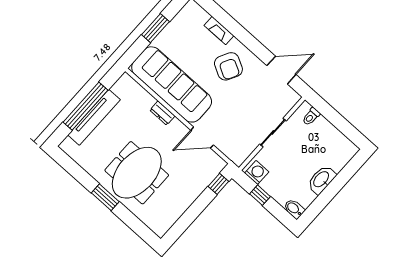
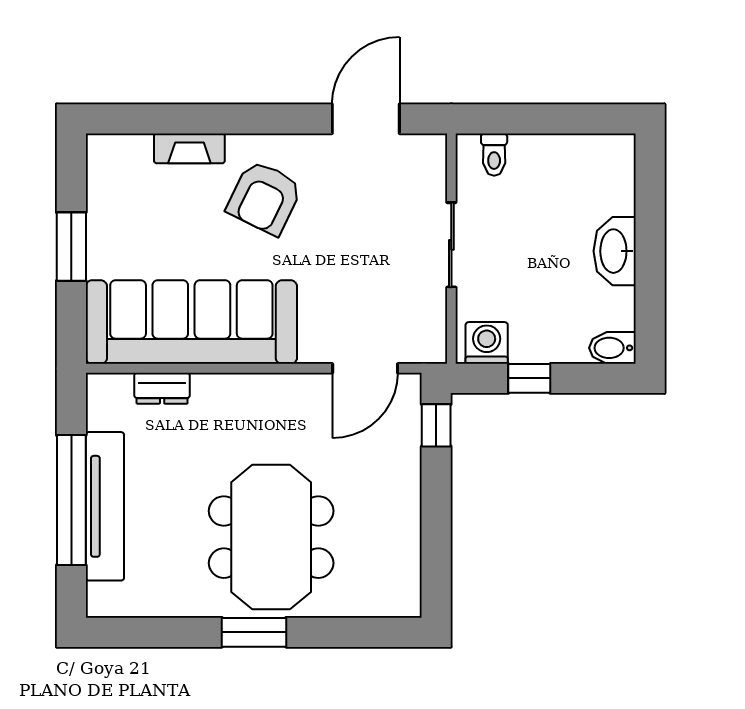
armchair: (228, 66) -> (264, 198), turned 88
dresser: (162, 113) -> (162, 388), moved
door: (202, 138) -> (365, 368), moved

